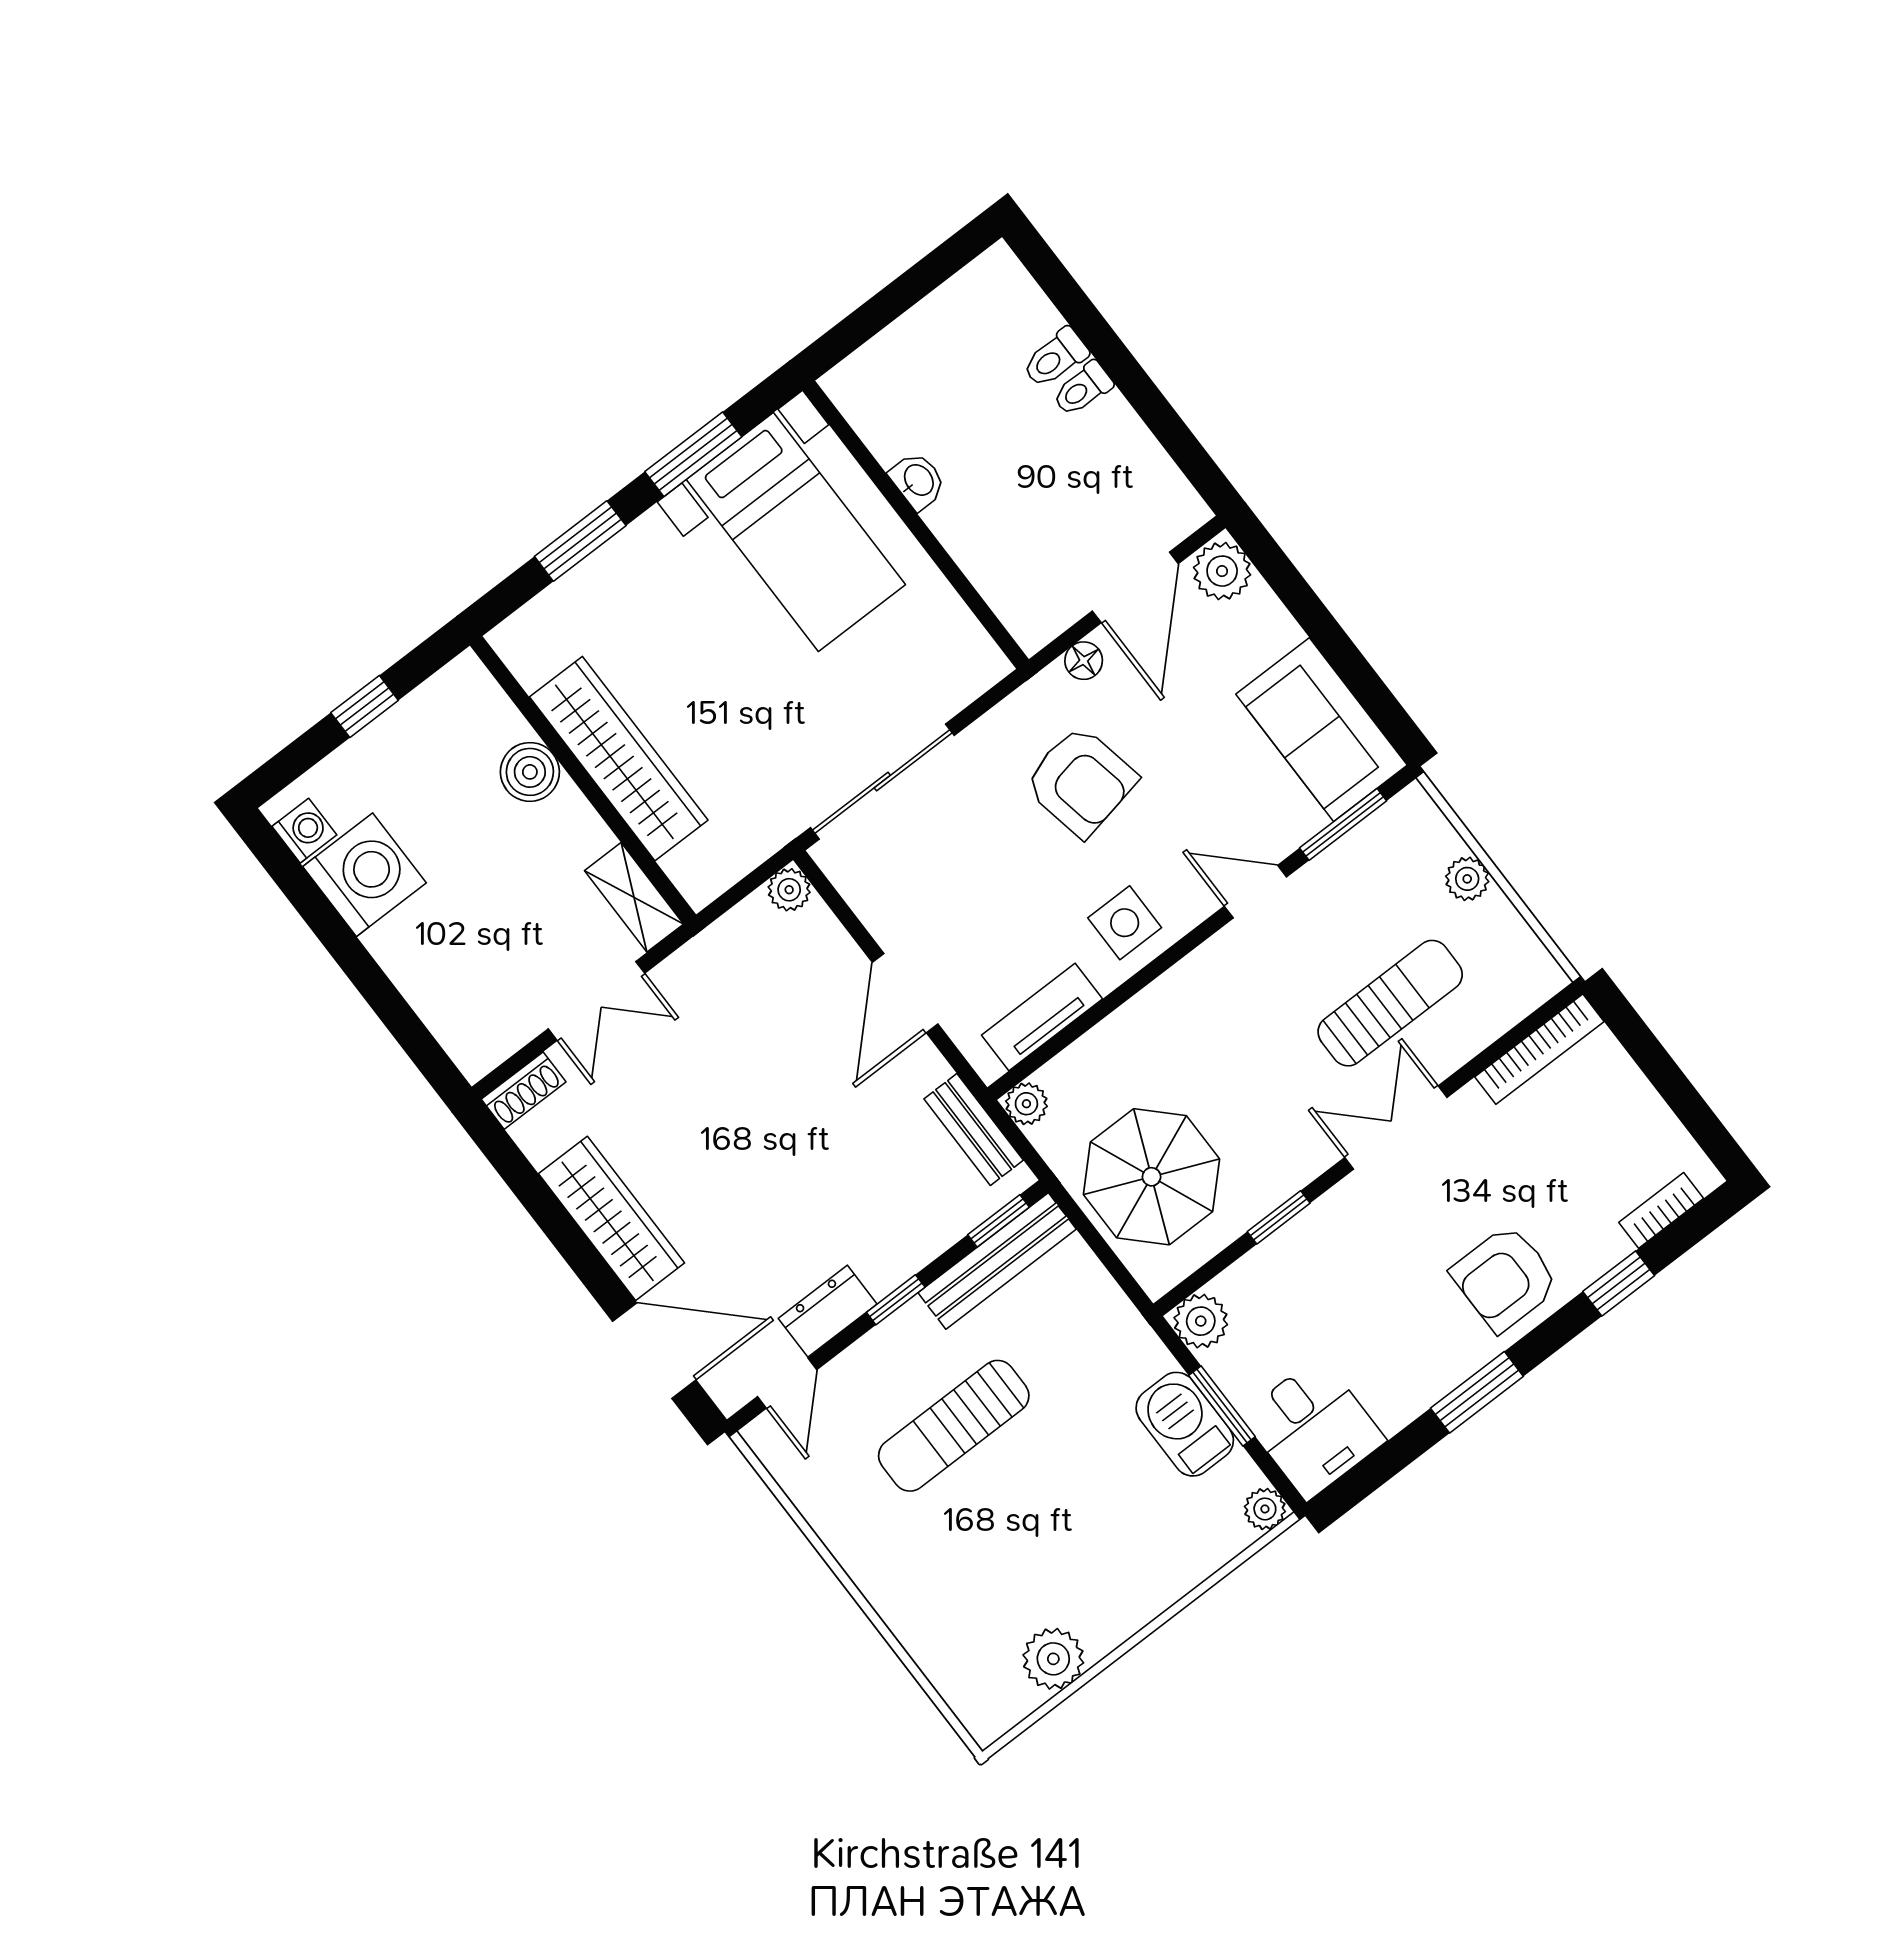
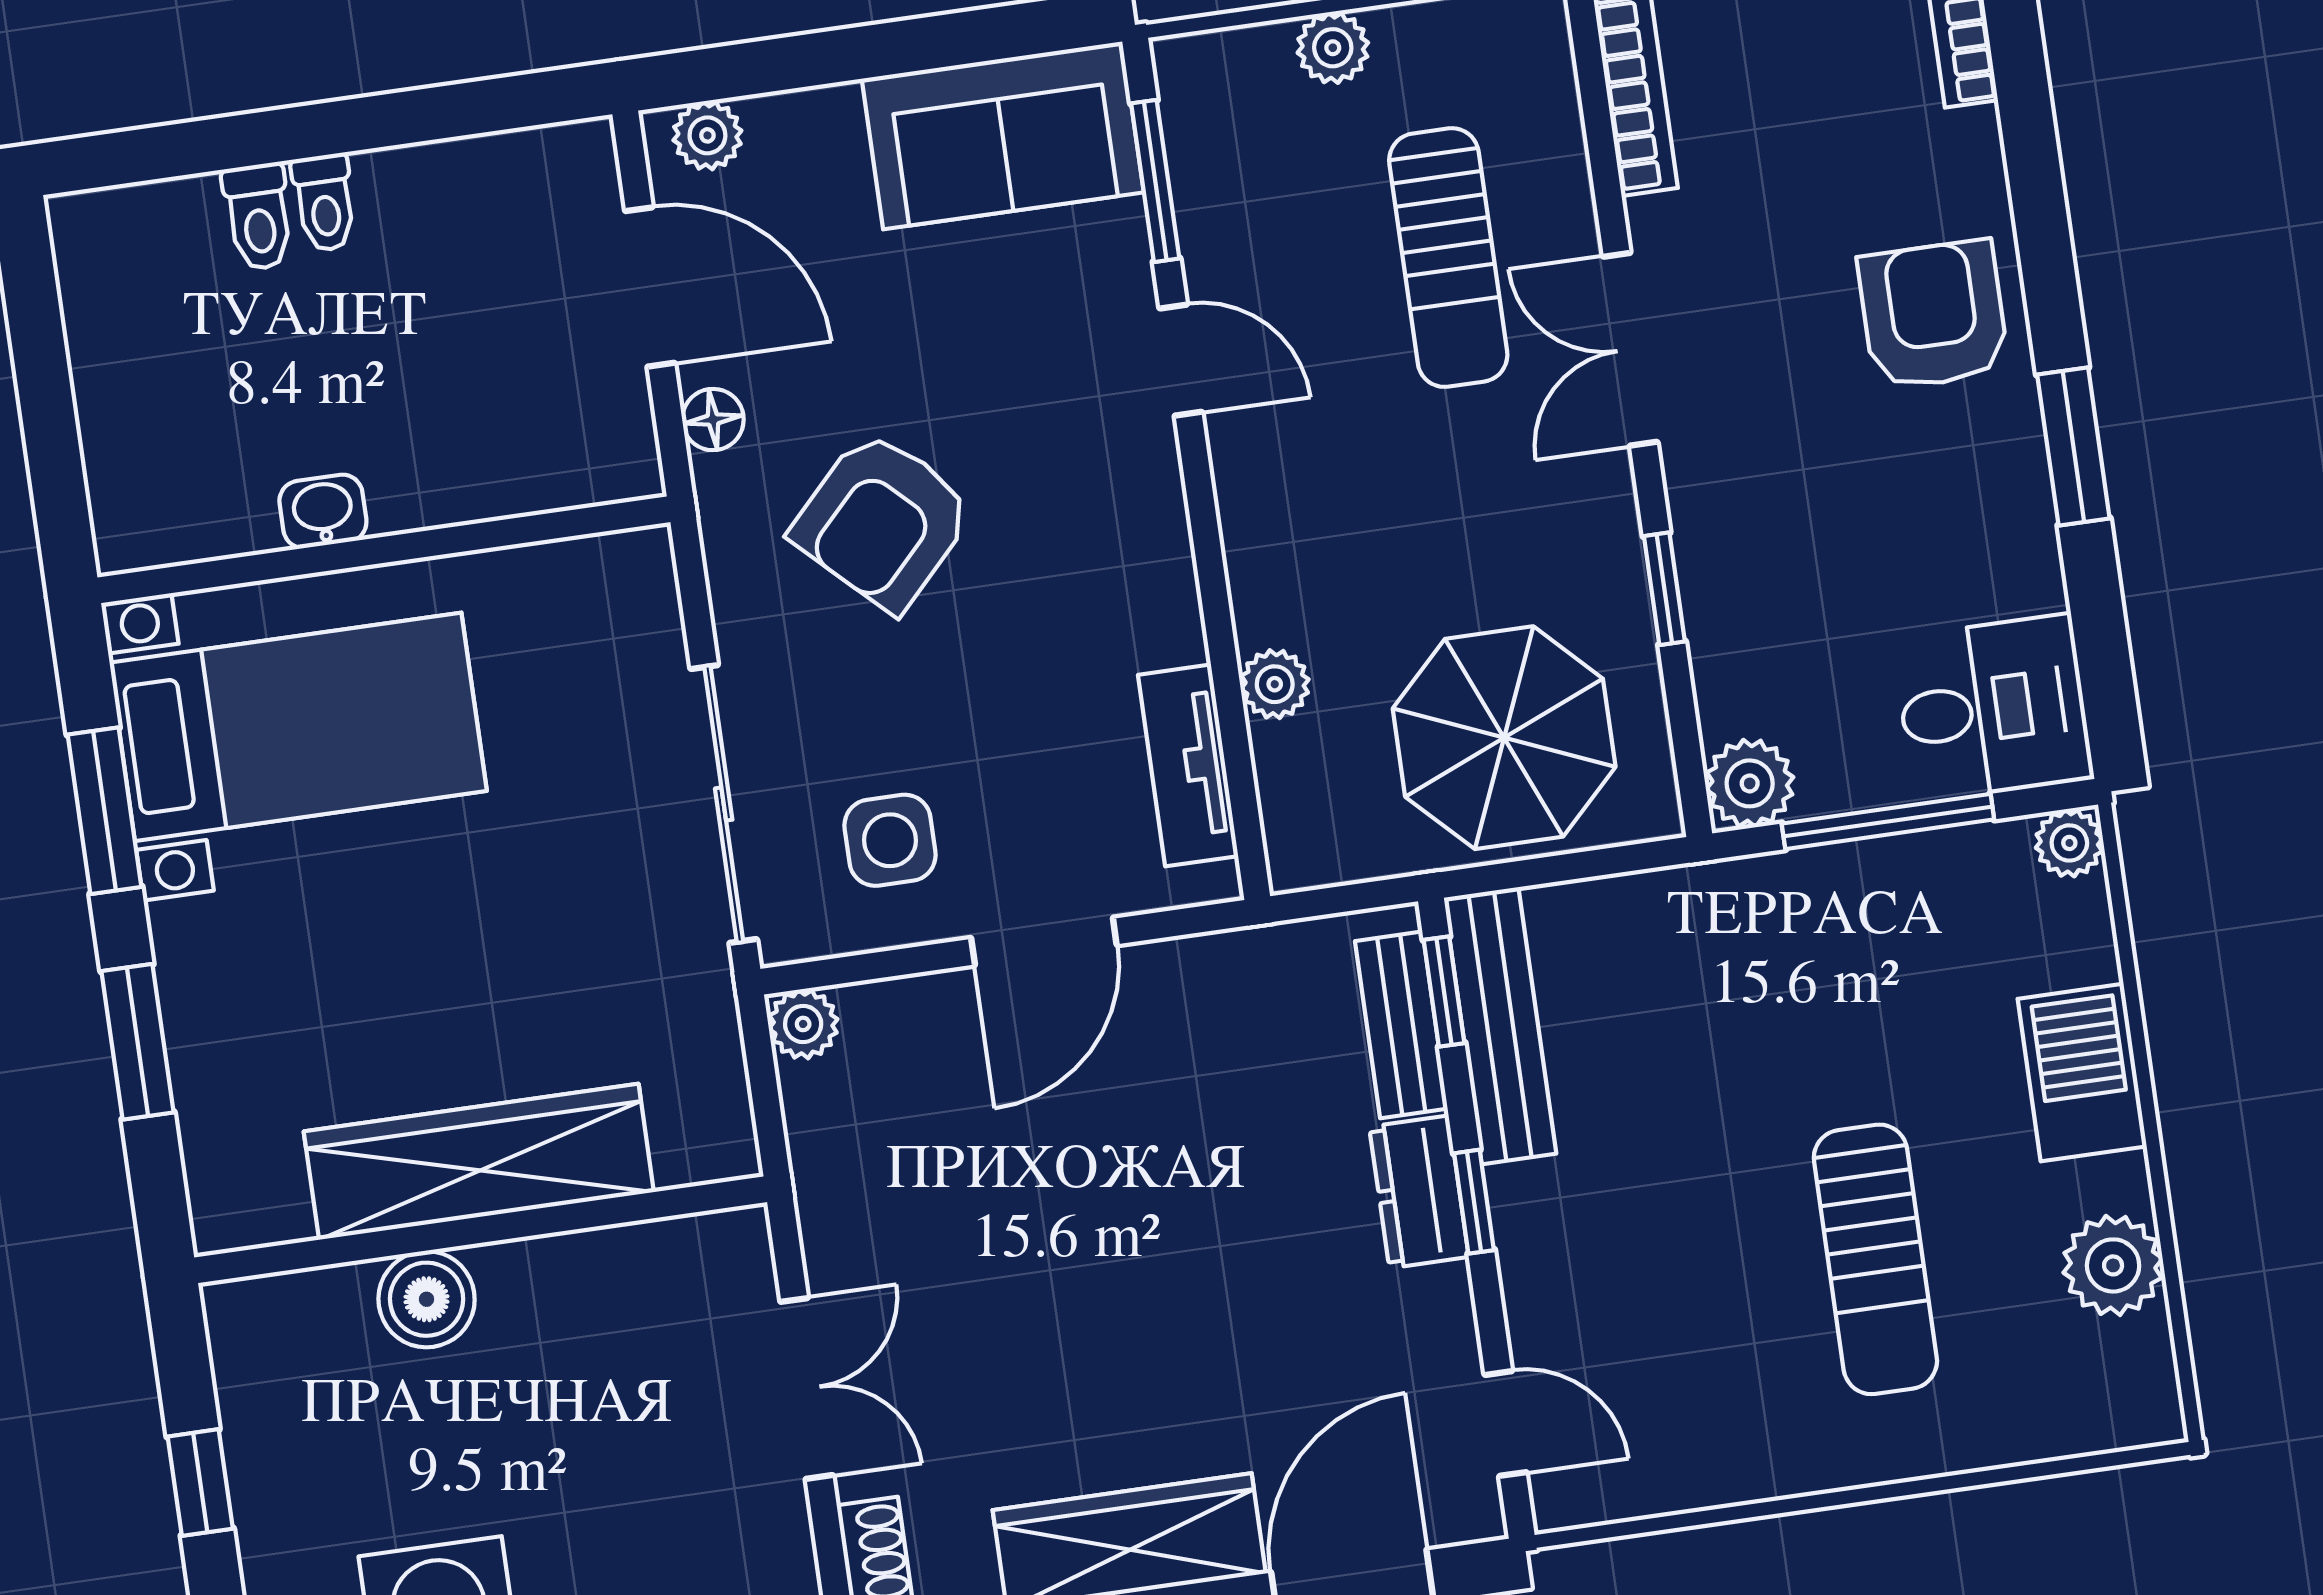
plant: (1222, 571) -> (707, 135), width x0.73, depth x0.73
armchair: (1081, 781) -> (883, 521), turned 145
door: (1255, 892) -> (1181, 360), swing flipped
shelving: (634, 897) -> (689, 1251), removed
side table: (1125, 923) -> (890, 840), moved
door: (905, 993) -> (1044, 942), hinge flipped
sun lounger: (1390, 1003) -> (1448, 258), turned 180
plant: (1026, 1104) -> (1275, 684), moved
bench: (974, 1130) -> (1401, 1025), moved, turned 90
armchair: (1505, 1278) -> (1933, 315), turned 180
window: (1619, 1283) -> (2032, 157), removed
dresser: (828, 1311) -> (1419, 1192), moved
window: (1222, 1406) -> (1888, 821), width x1.44
barbecue: (1185, 1424) -> (2082, 1073), moved, turned 90
sun lounger: (954, 1426) -> (1875, 1259), moved

